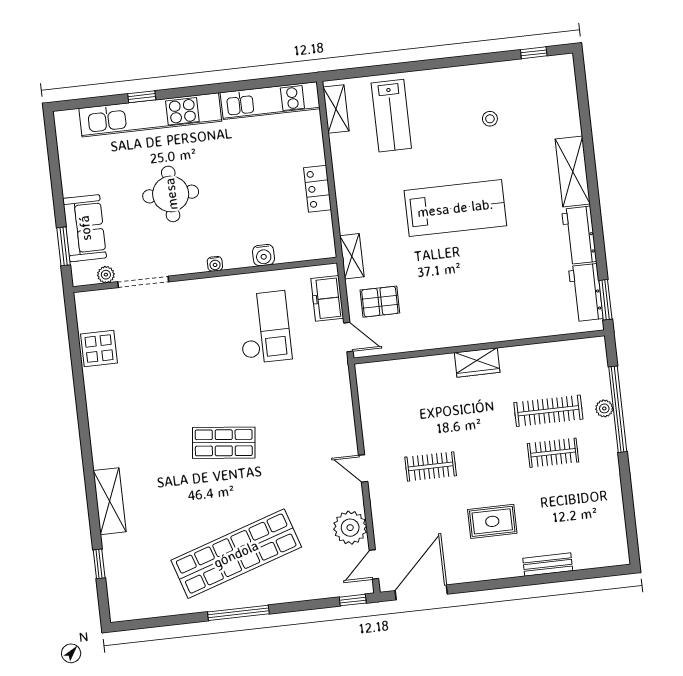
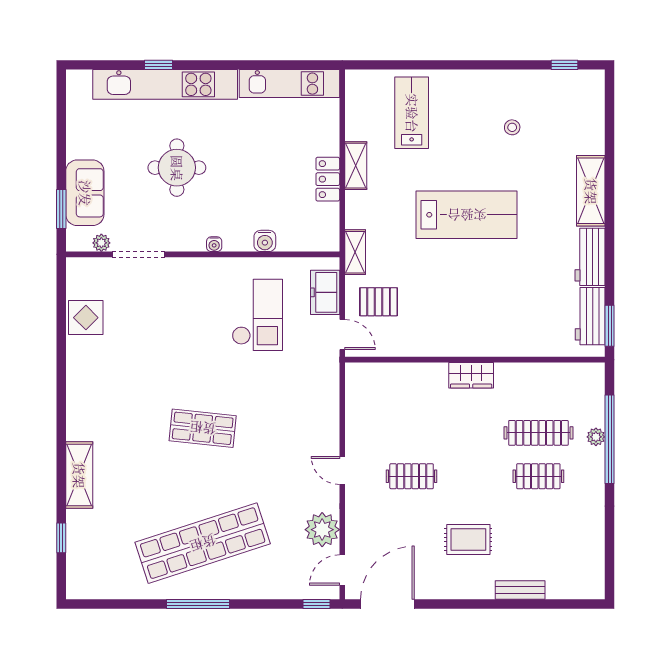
shelving: (336, 109) -> (356, 166), moved
lab bench: (391, 116) -> (412, 113), turned 180

